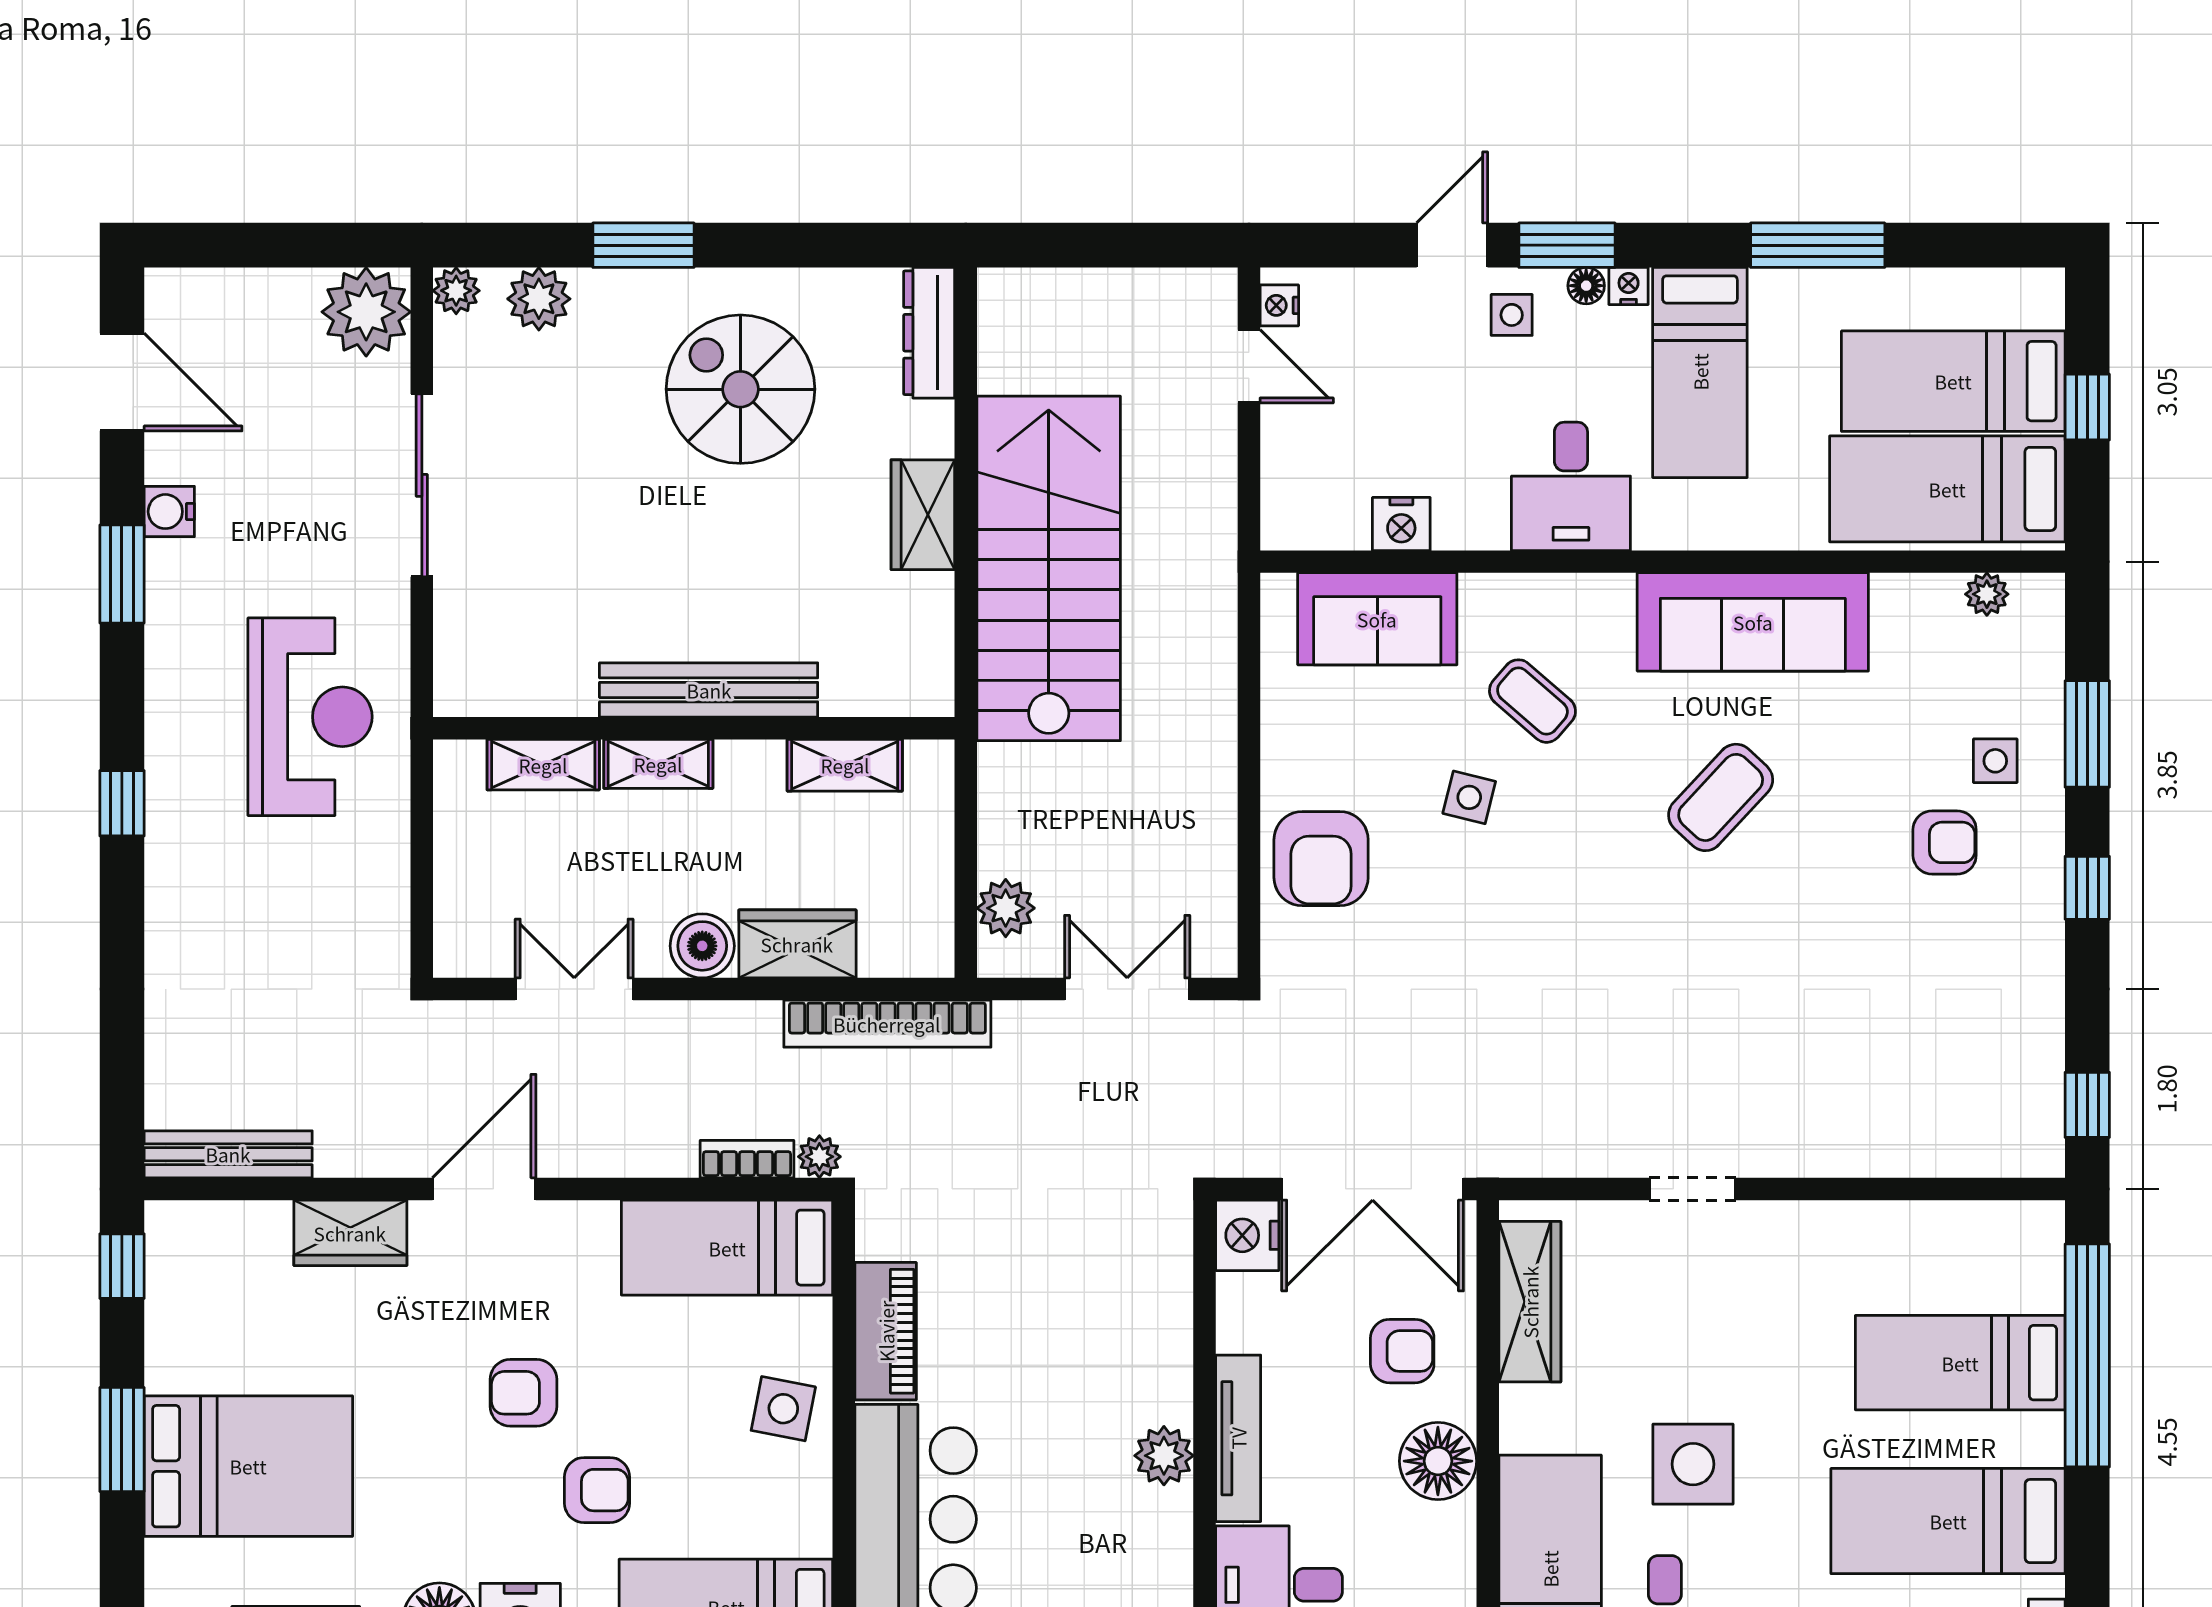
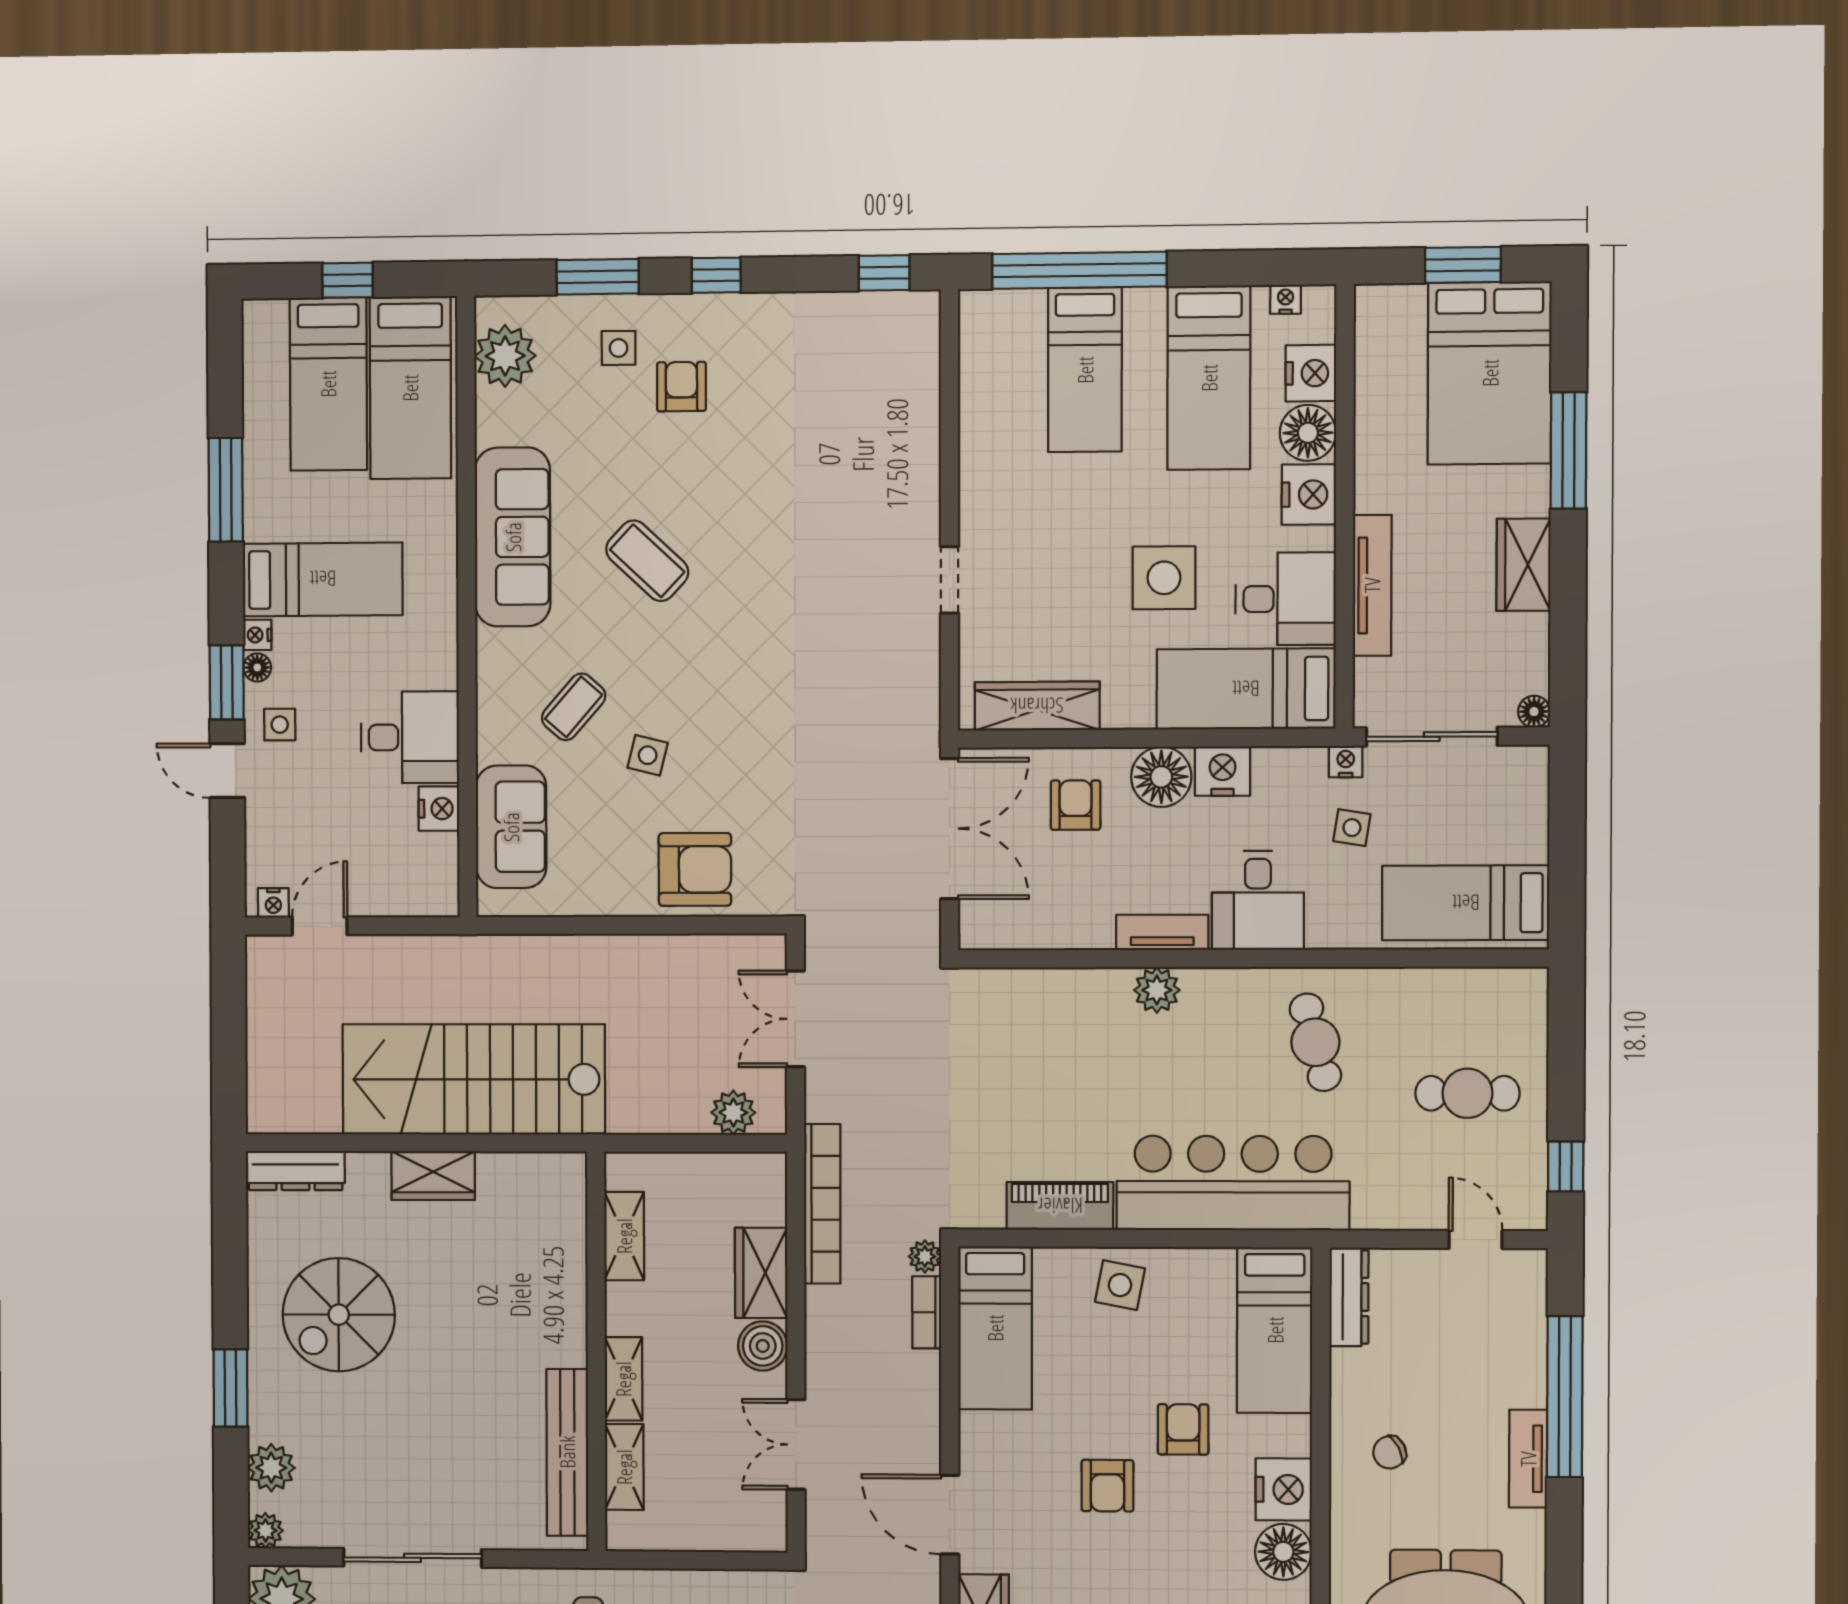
desk: (1571, 486) -> (410, 737), moved
plant: (1987, 594) -> (505, 356), width x1.87, depth x1.87
bench: (709, 690) -> (567, 1452), moved
nightstand: (1247, 1235) -> (1223, 771), moved, turned 180
tv unit: (1238, 1438) -> (1162, 932), width x0.71

